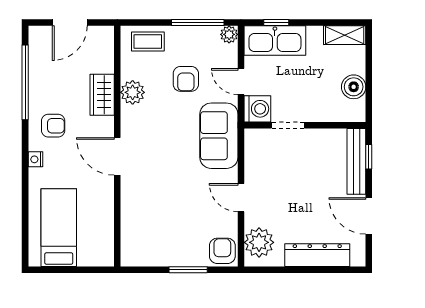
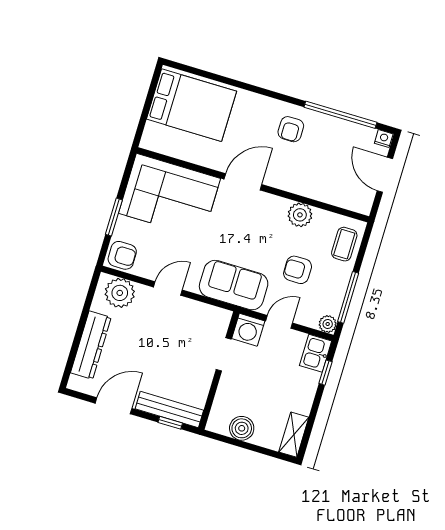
kitchen sink: (275, 40) -> (316, 353), width x0.53, depth x0.81
wardrobe: (102, 95) -> (306, 185), removed
nightstand: (36, 159) -> (384, 139), moved
corner sofa: (152, 223) -> (169, 196), added
bed: (59, 228) -> (191, 105), width x1.50

